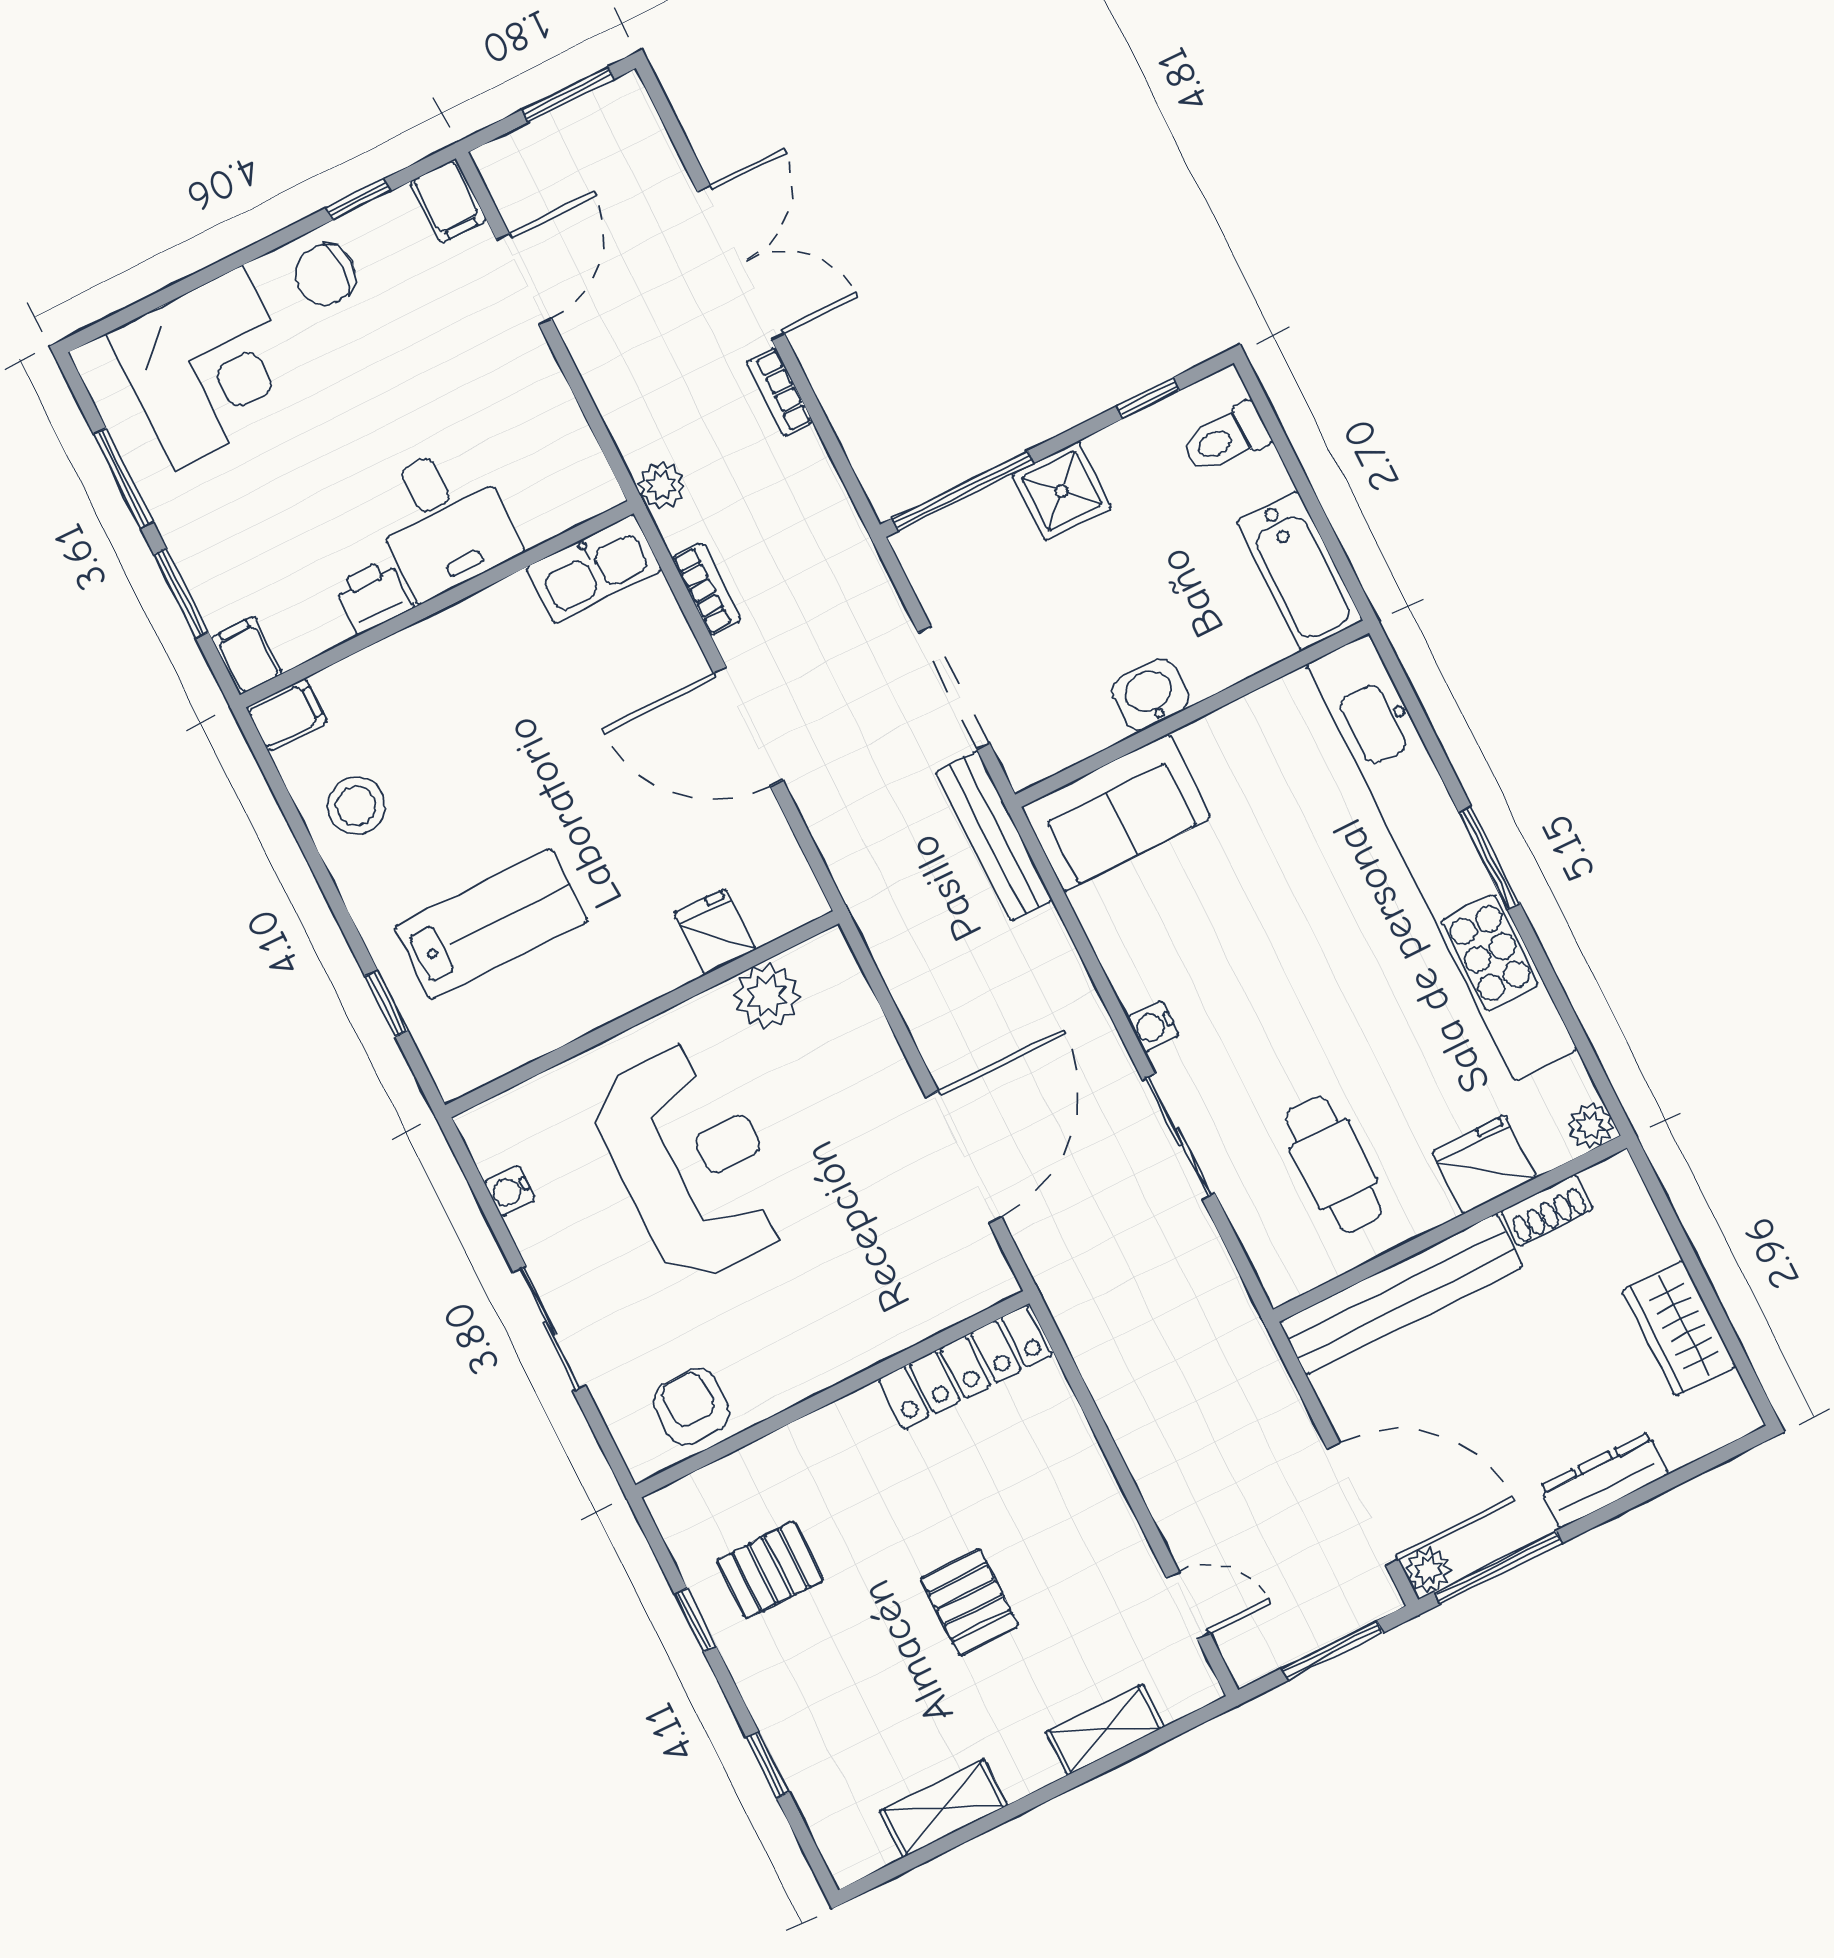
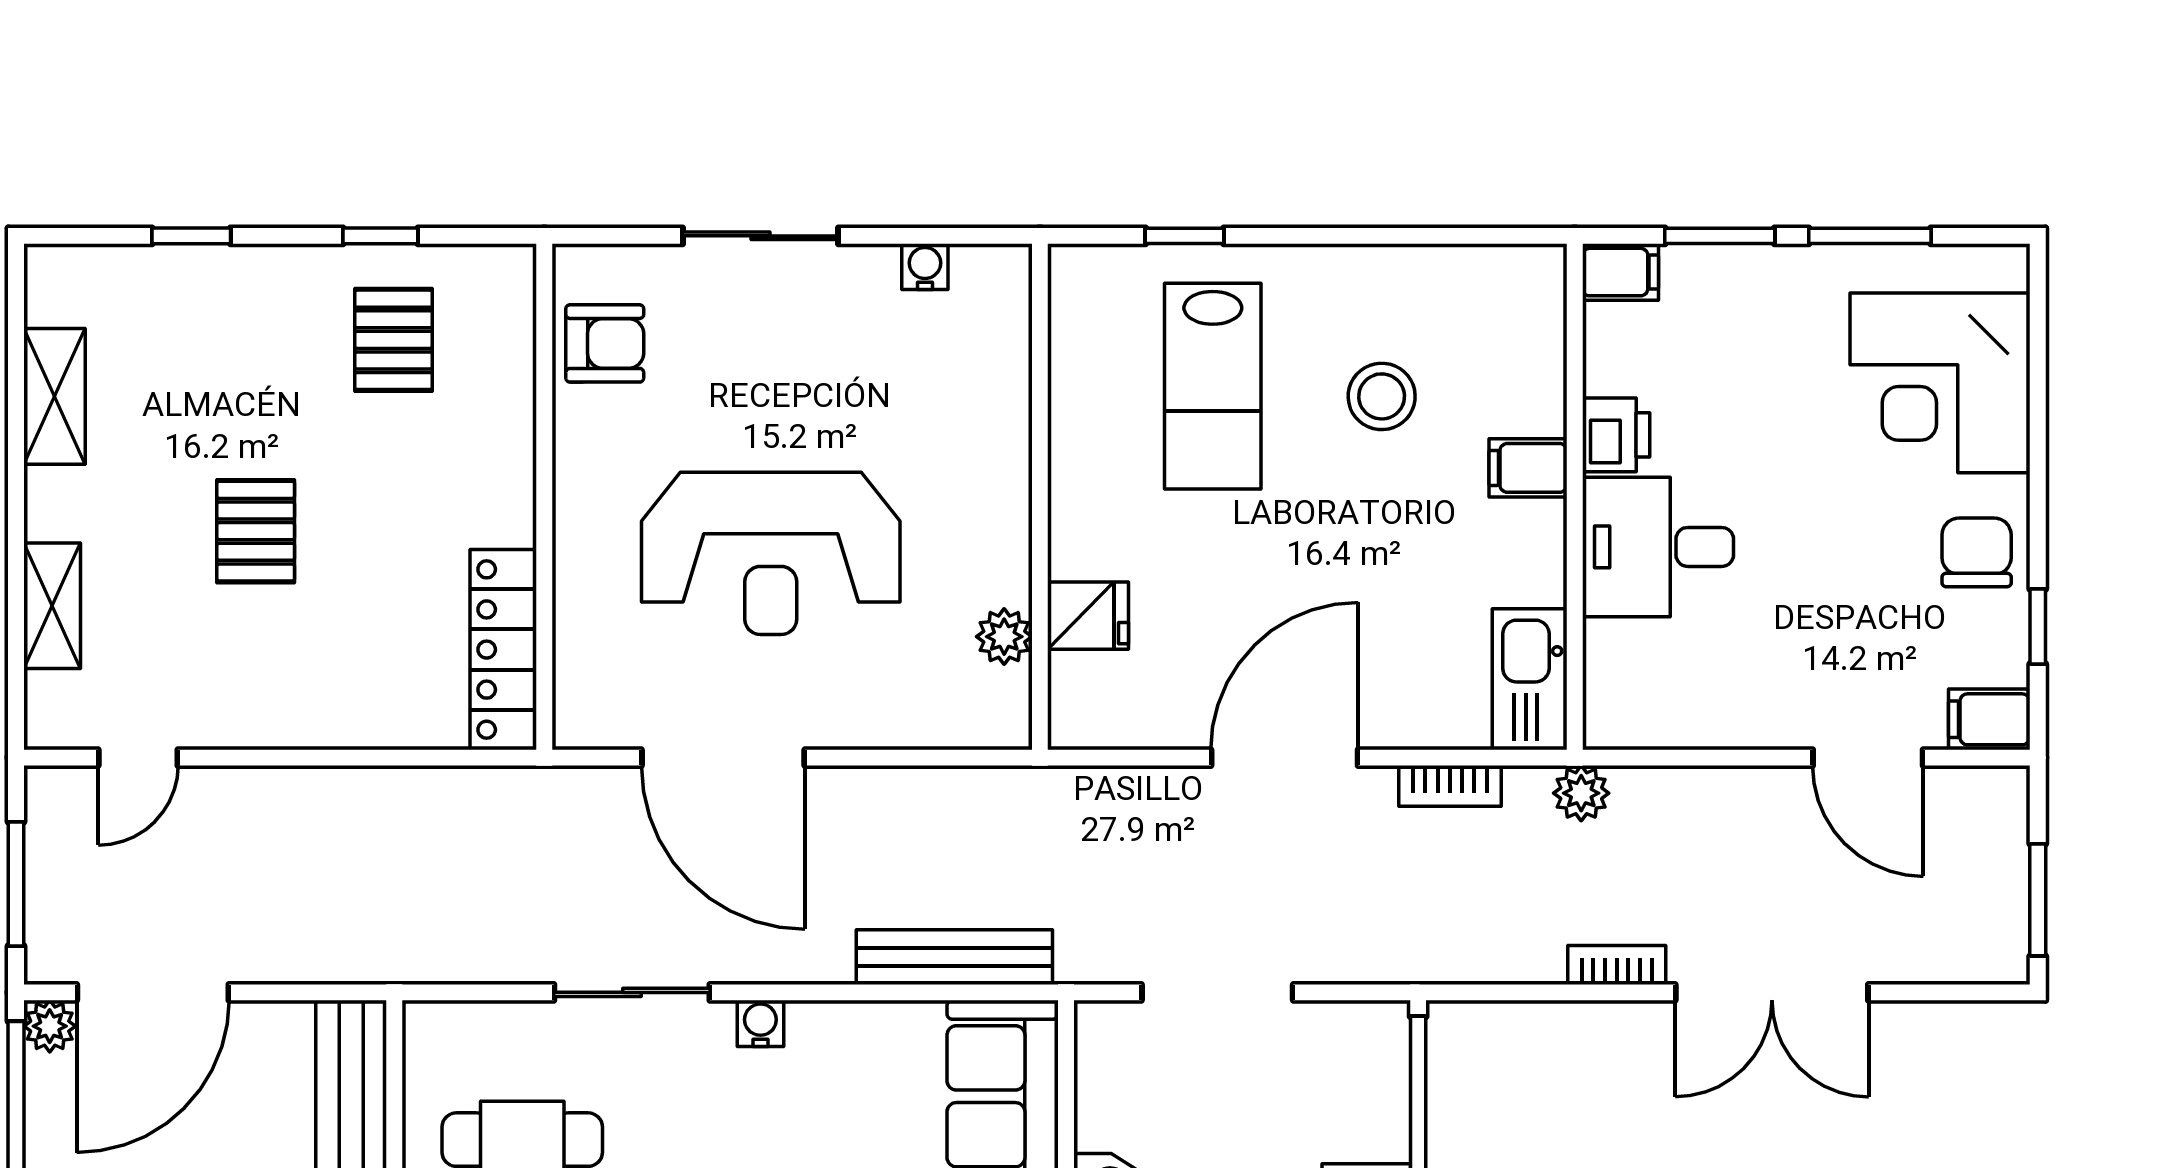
filing cabinet: (287, 715) -> (1528, 468), moved, turned 90
stool: (356, 806) -> (1382, 396), moved
bench: (994, 836) -> (954, 957), moved
plant: (767, 996) -> (1004, 637), width x0.73, depth x0.73
reception desk: (692, 1162) -> (771, 553), moved
pallet: (969, 1602) -> (256, 531), turned 90

